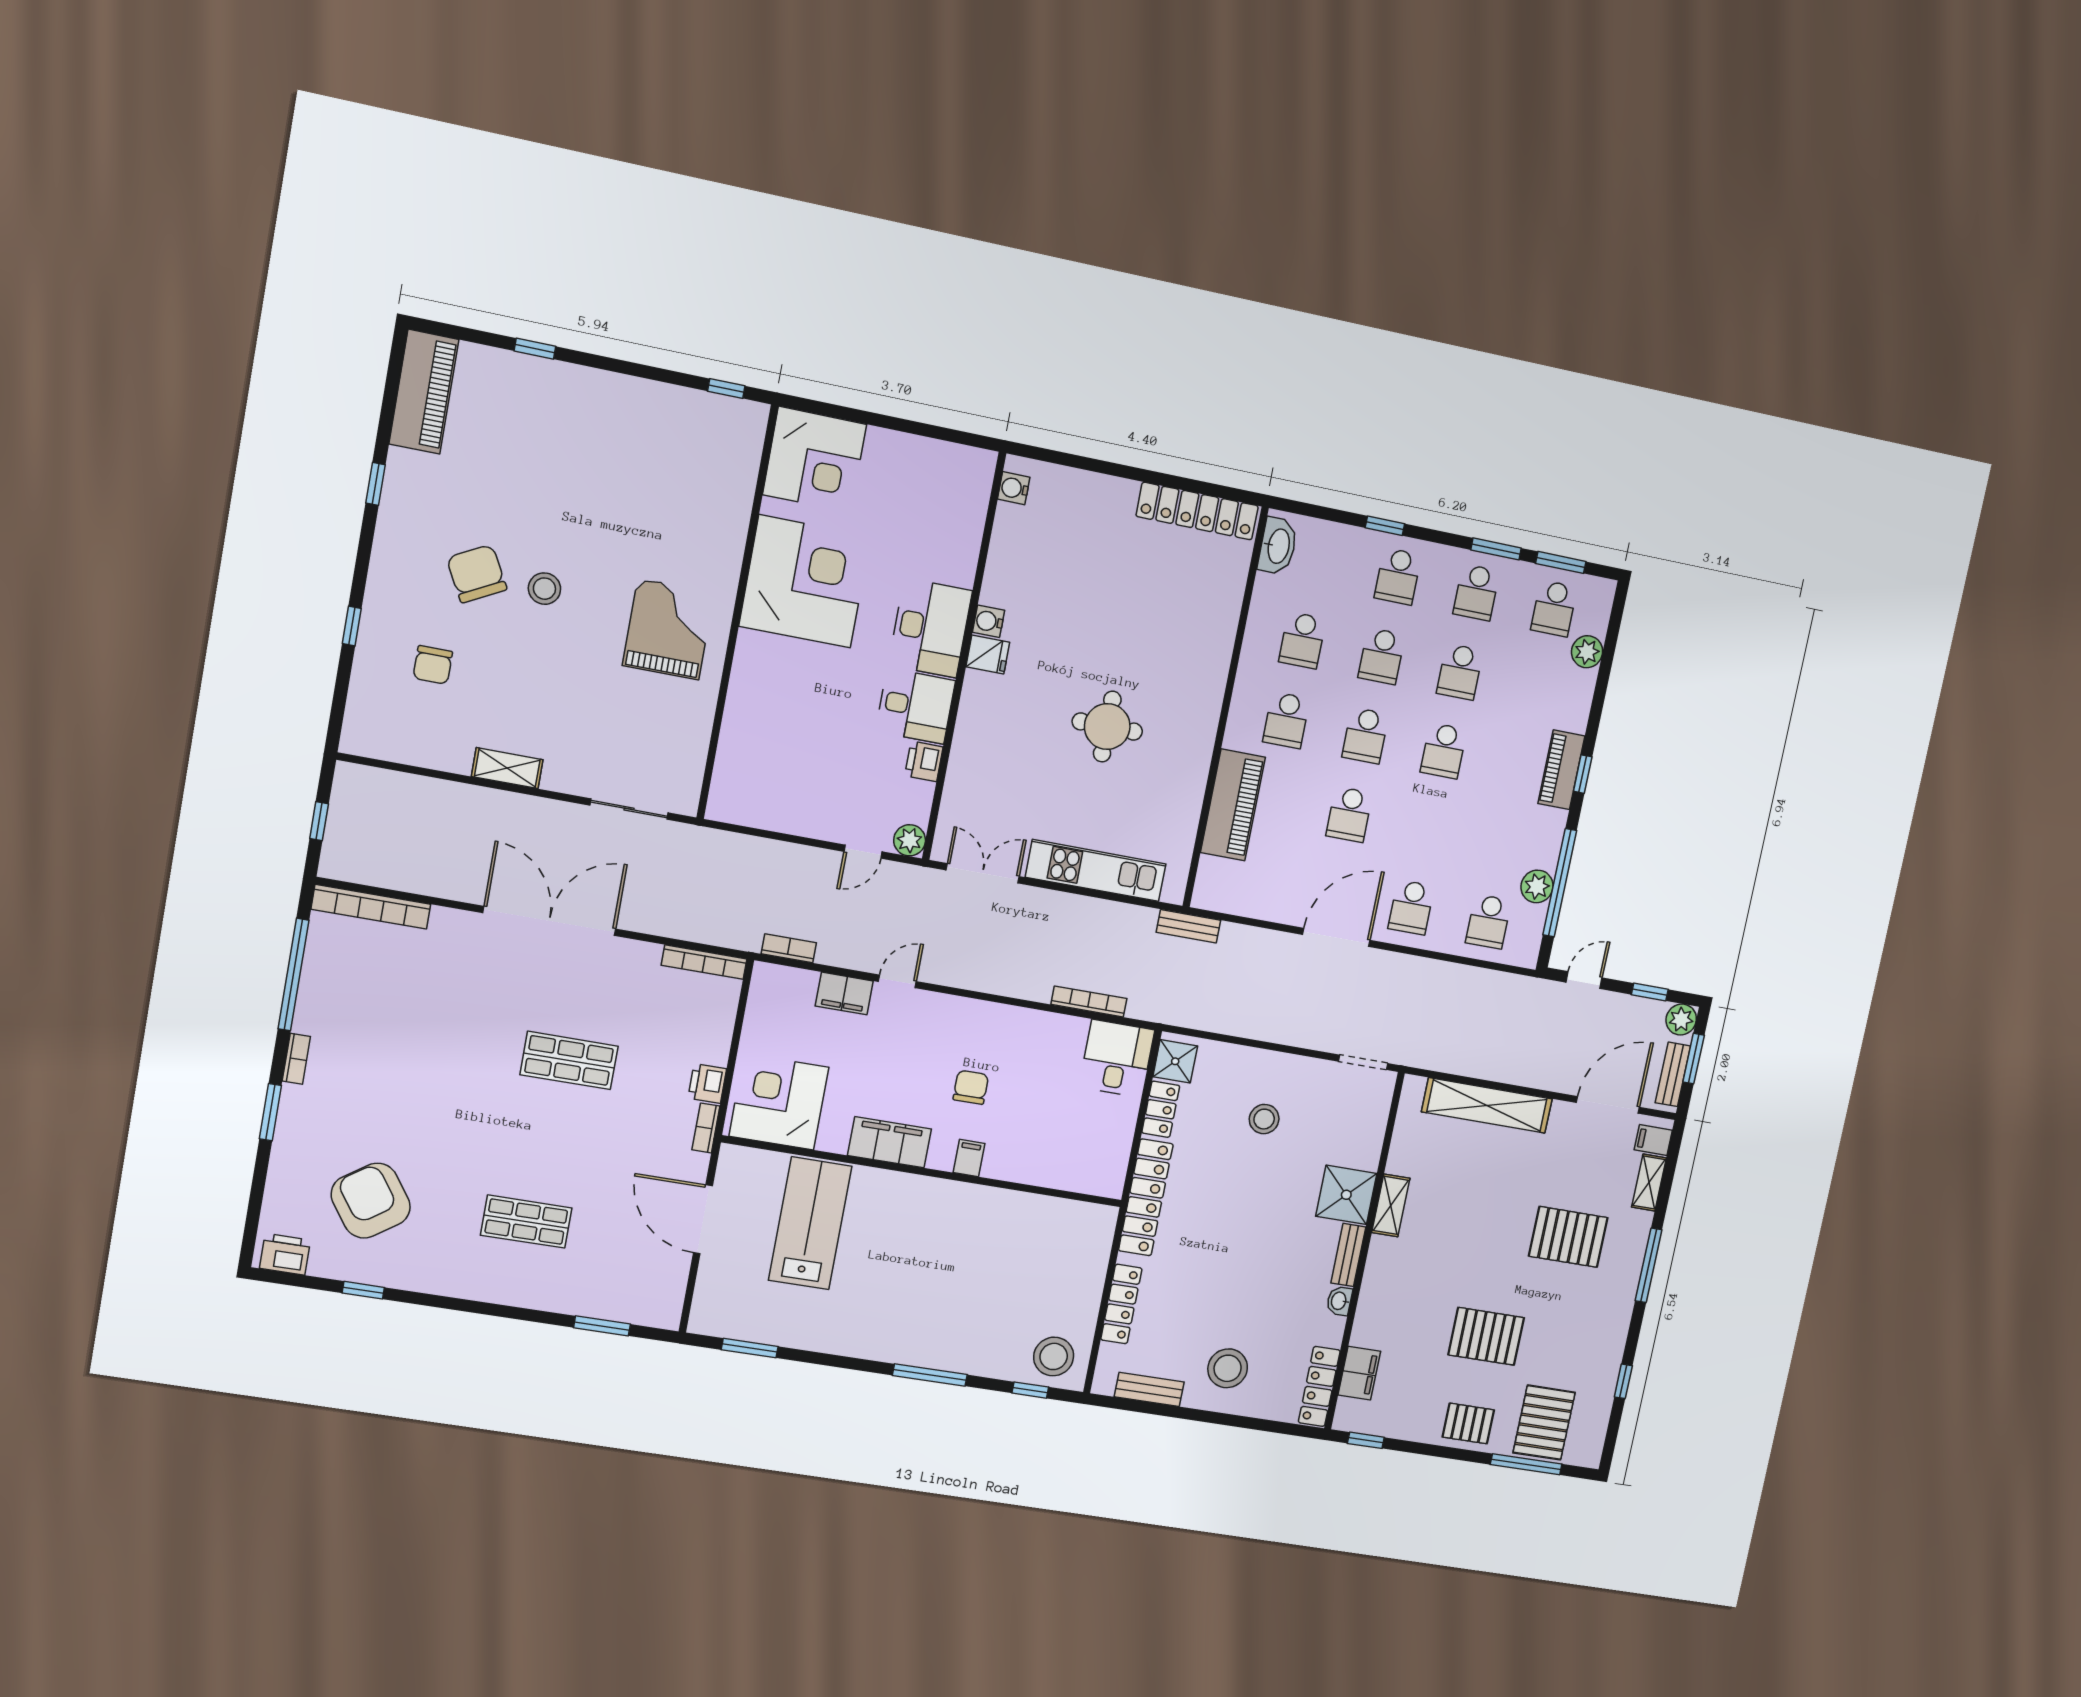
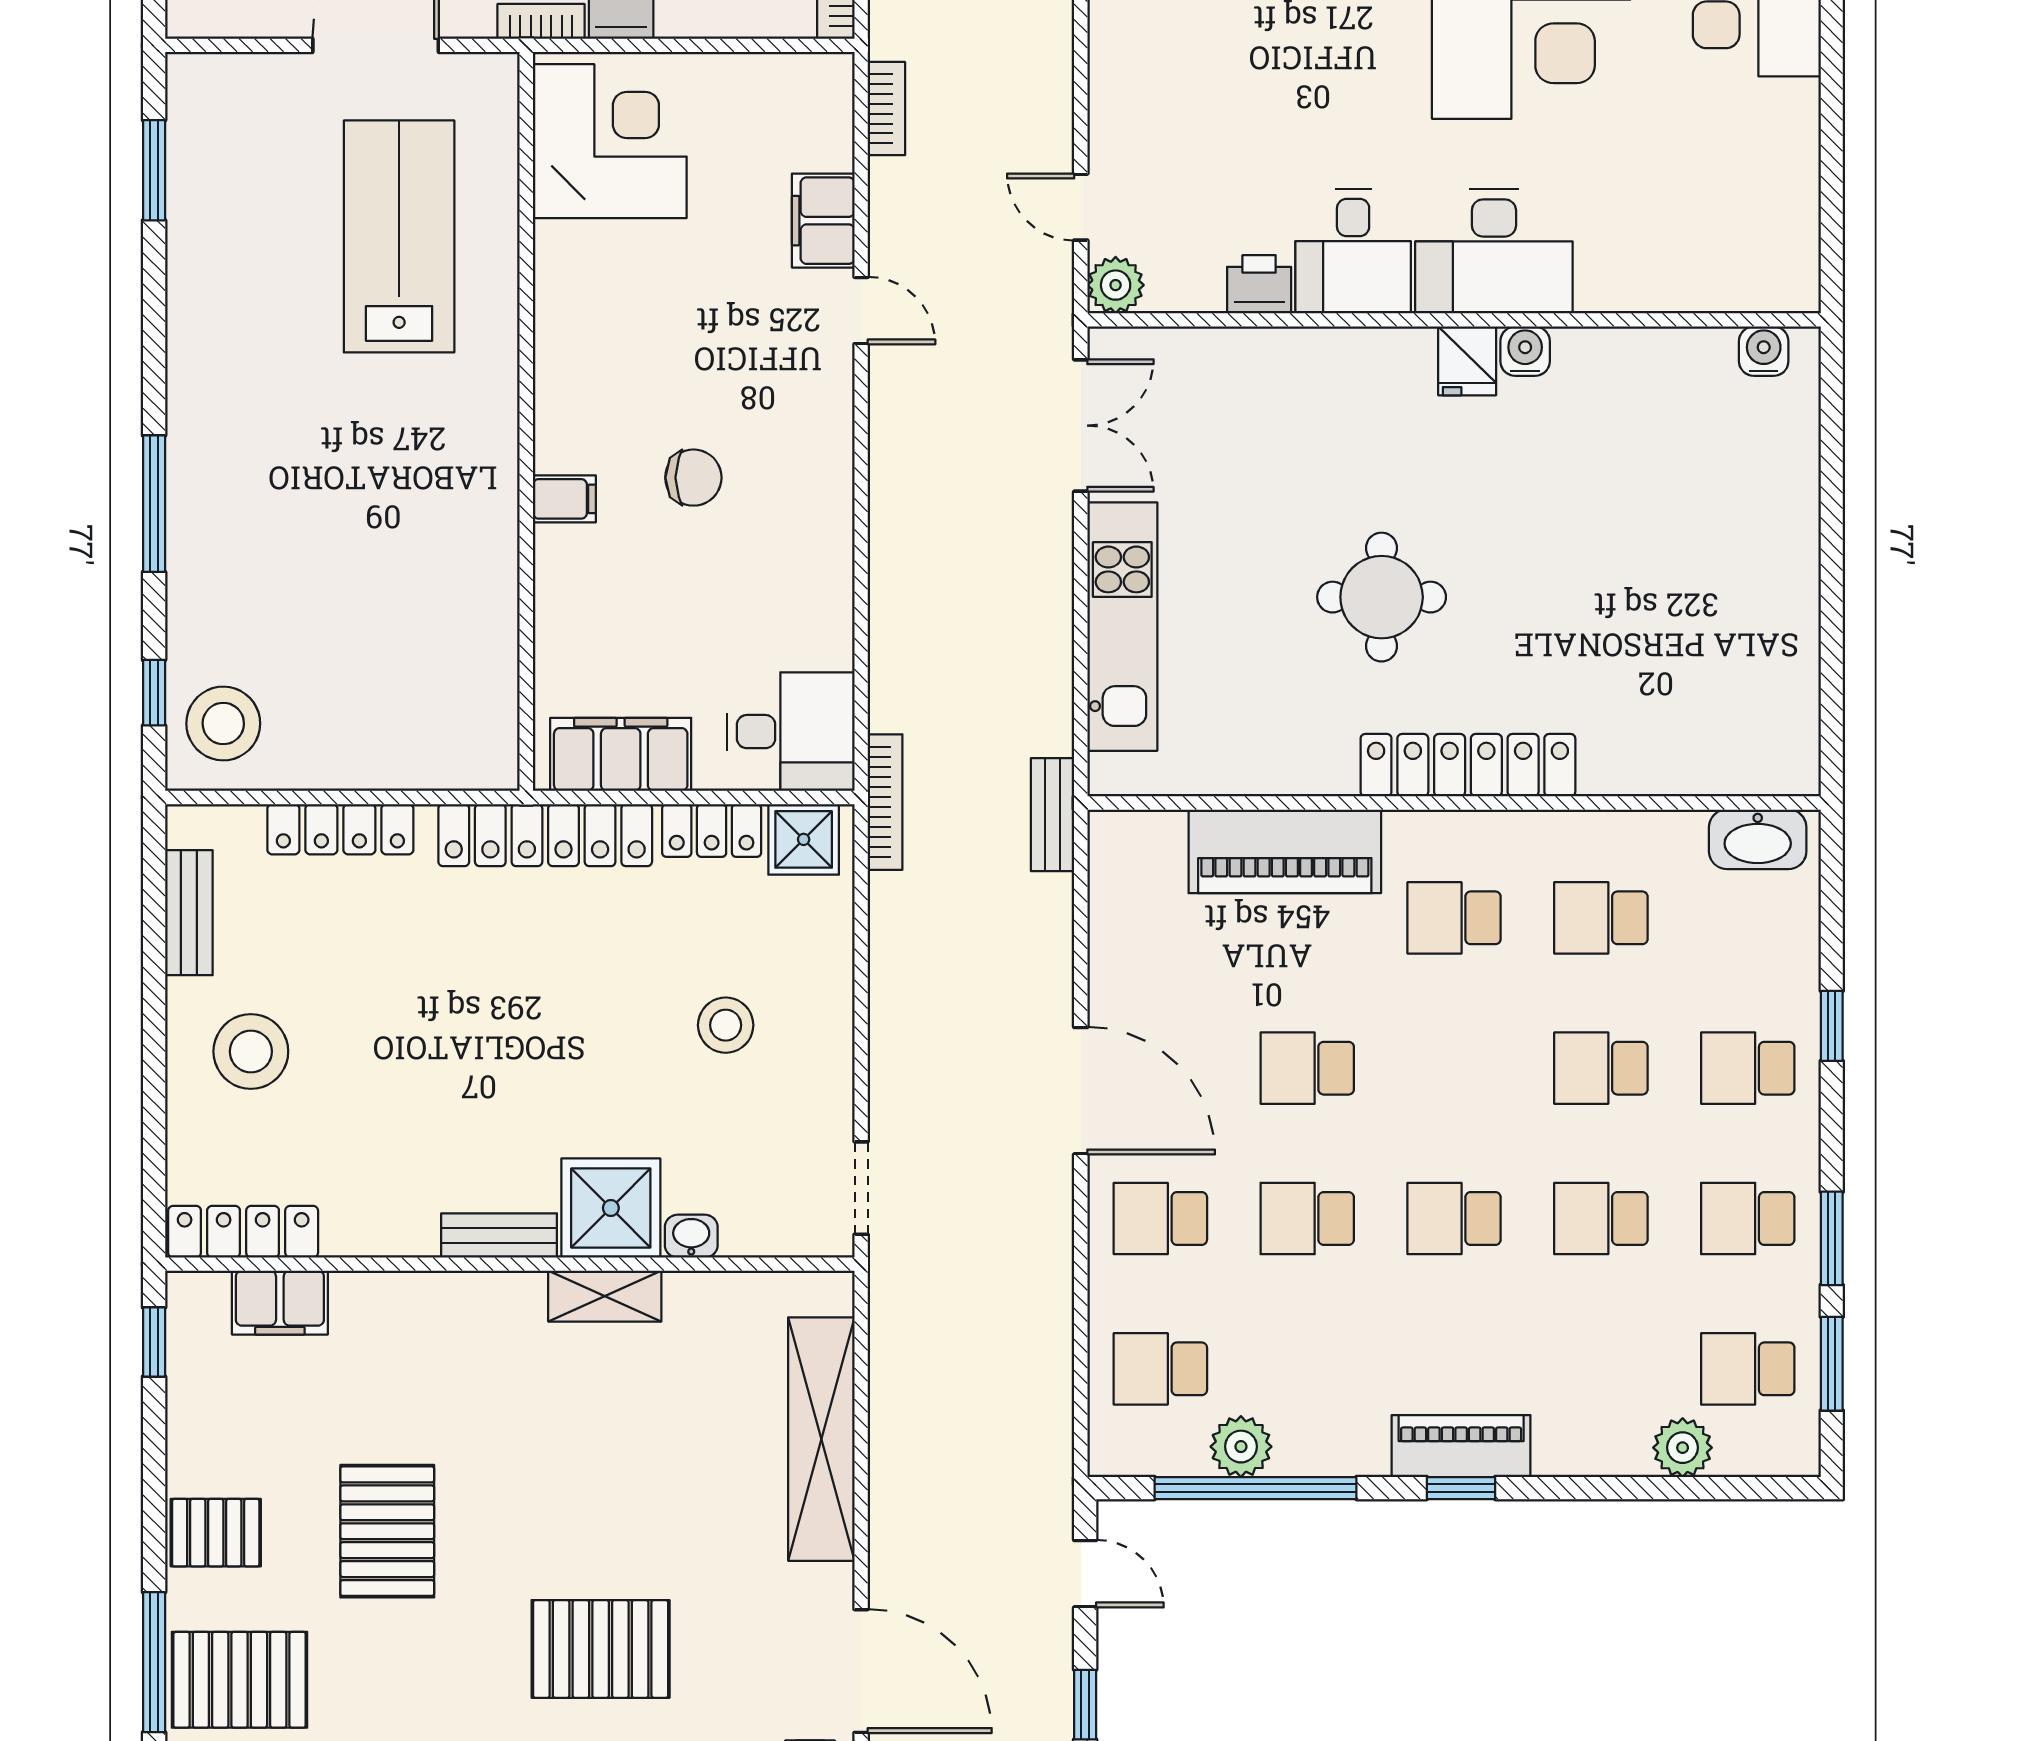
locker: (1197, 511) -> (1468, 765), moved, turned 90
school desk: (1365, 736) -> (1307, 1218), moved
bookcase: (1089, 1001) -> (885, 802), moved
filing cabinet: (889, 1142) -> (621, 754), moved, turned -90
lab bench: (810, 1223) -> (399, 236), turned -90
pallet: (1568, 1237) -> (601, 1649), turned 90
washbasin: (1339, 1301) -> (691, 1236), moved
pallet: (1468, 1423) -> (216, 1533), turned 90

